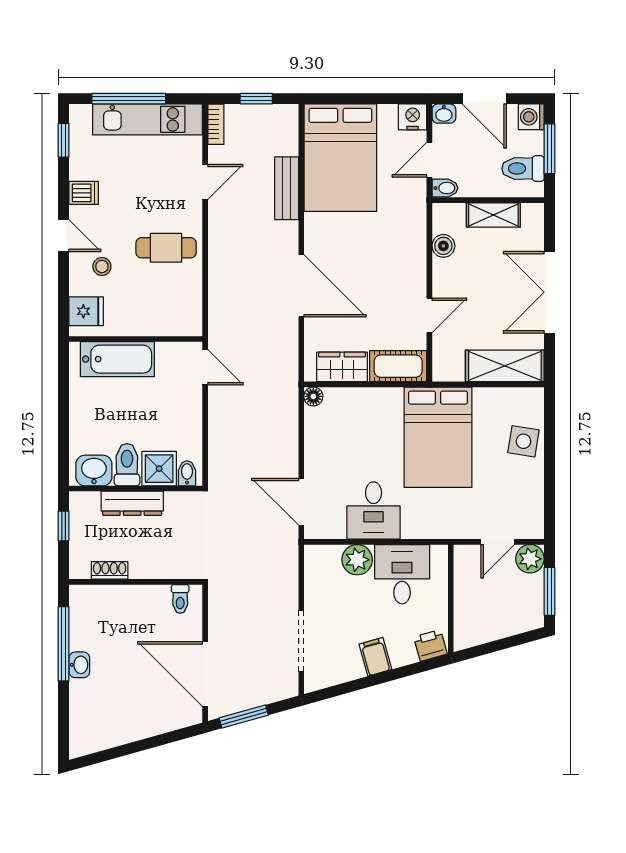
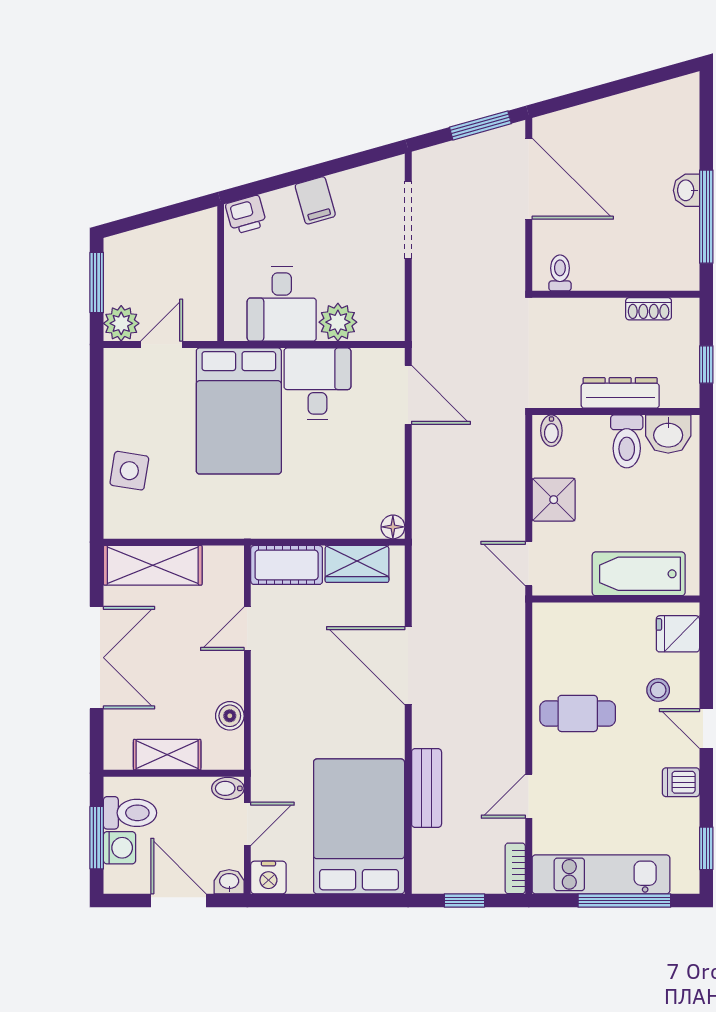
washing machine: (531, 117) -> (119, 848), moved
bed: (438, 437) -> (239, 411), moved, turned 180
shower: (159, 469) -> (554, 500), moved

